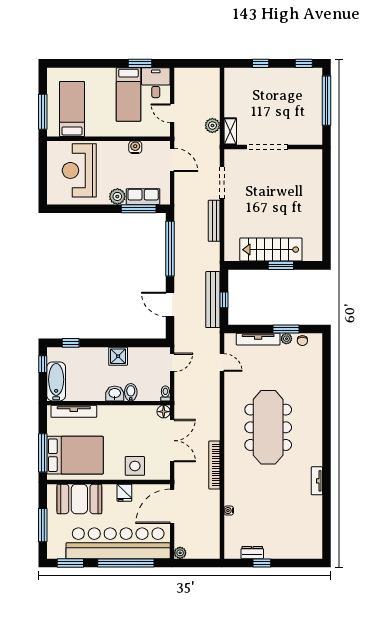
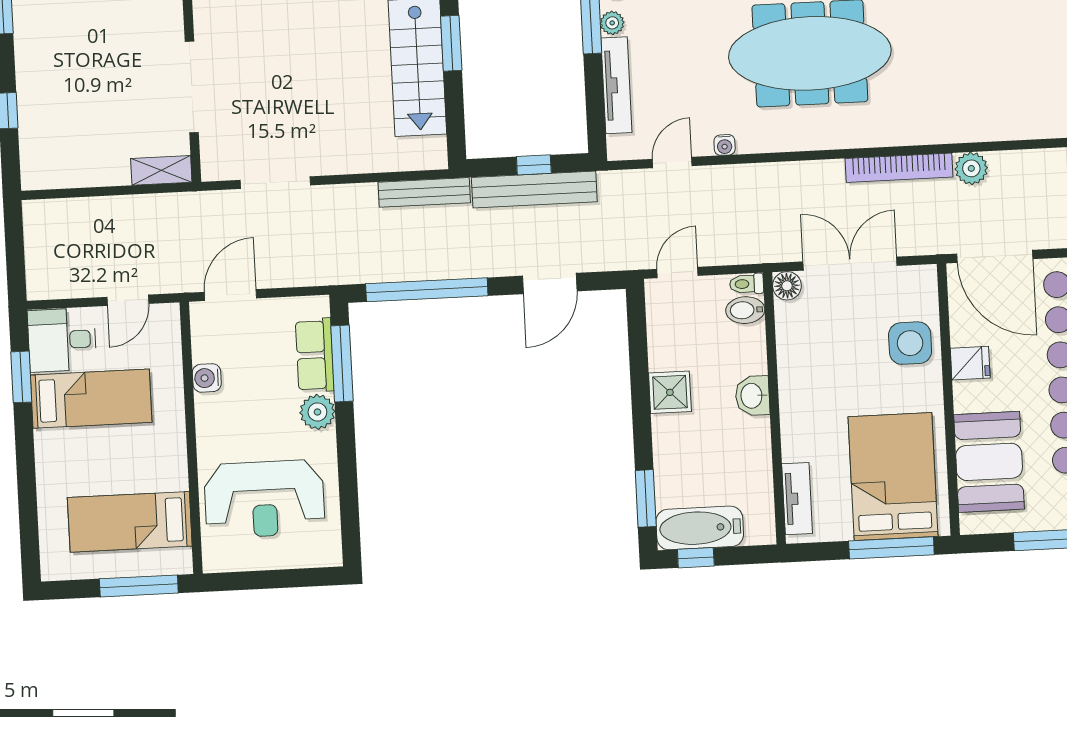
plant: (212, 125) -> (971, 168), moved
bench: (214, 221) -> (424, 192), moved
window: (71, 343) -> (646, 498), width x1.50
door: (172, 362) -> (677, 272), hinge flipped
bathtub: (56, 381) -> (700, 528), moved
bidet: (131, 392) -> (745, 310), moved
tv unit: (74, 411) -> (797, 499), width x0.71
water cooler: (229, 511) -> (725, 145), moved

